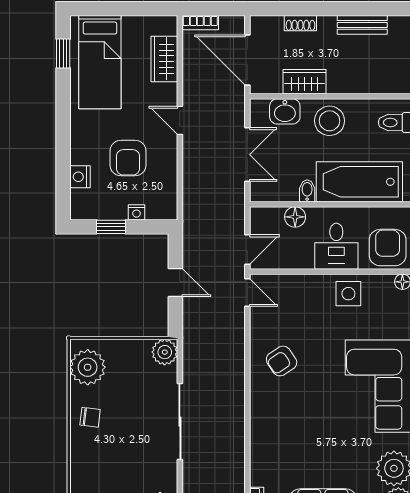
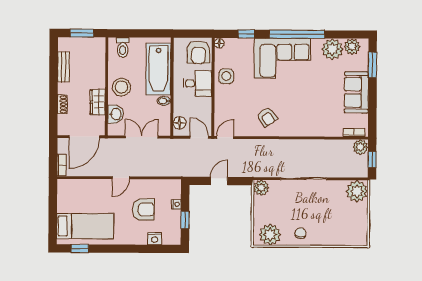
wardrobe: (164, 59) -> (83, 187), removed
floor lamp: (295, 217) -> (180, 123), moved
armchair: (388, 248) -> (198, 52), turned -90

